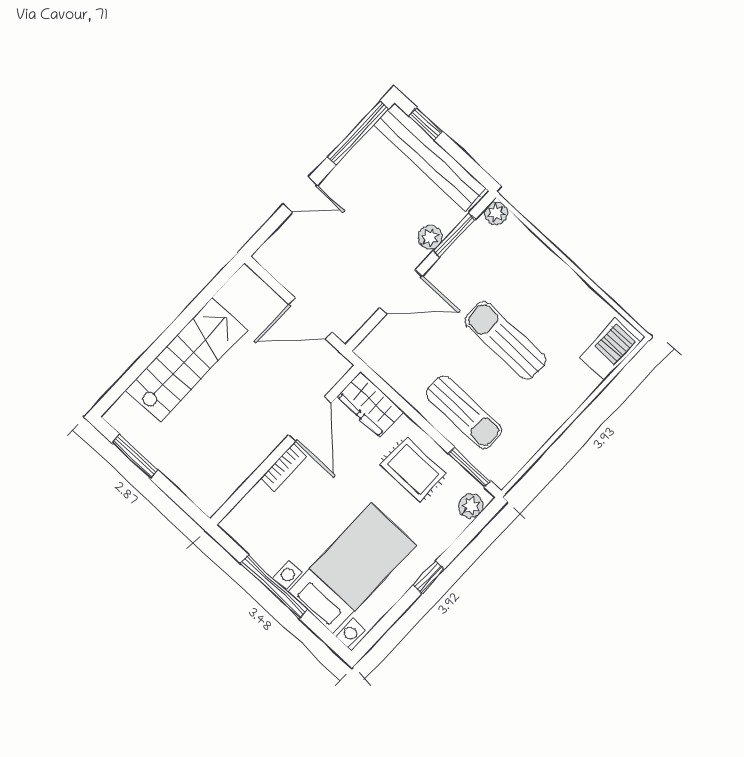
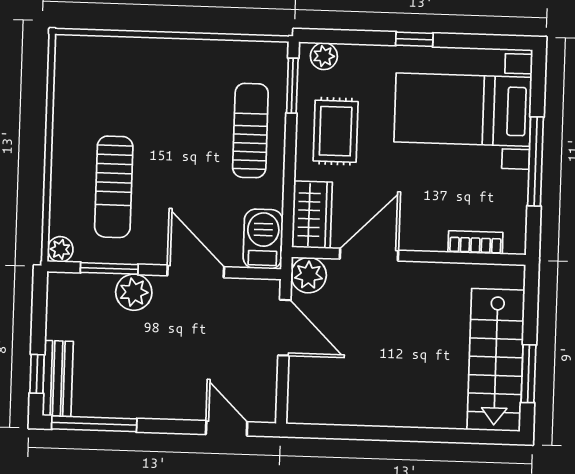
bench: (430, 157) -> (58, 378), width x0.54, depth x0.82
door: (300, 195) -> (227, 428), moved
plant: (430, 237) -> (134, 292), width x1.38, depth x1.38
sun lounger: (505, 340) -> (114, 187), moved
barbecue: (609, 350) -> (263, 239), moved, turned 90
stairs: (186, 360) -> (496, 360), moved, turned -90
plant: (332, 366) -> (309, 275), added
bookcase: (284, 467) -> (475, 242), moved

